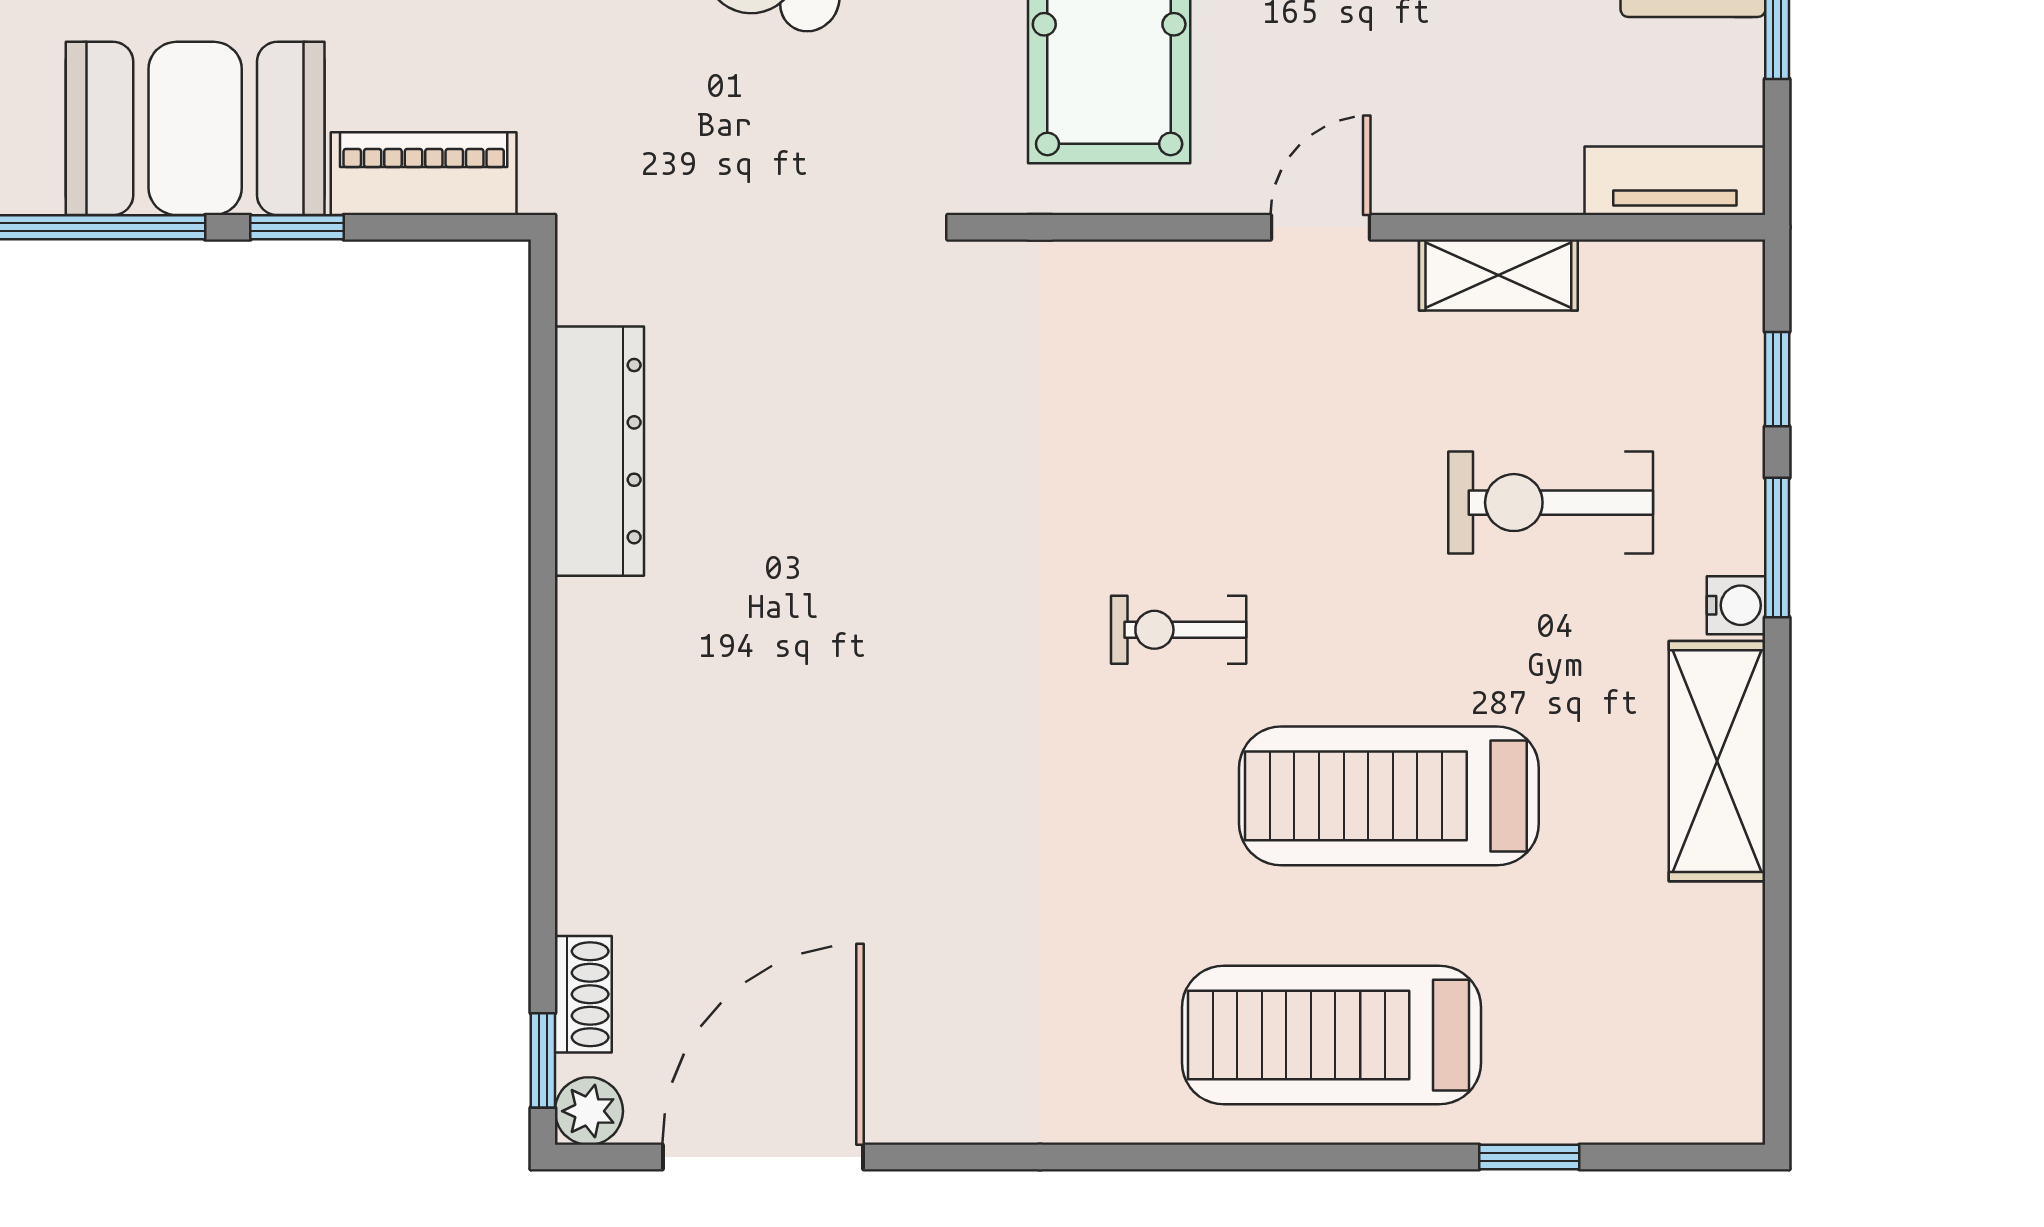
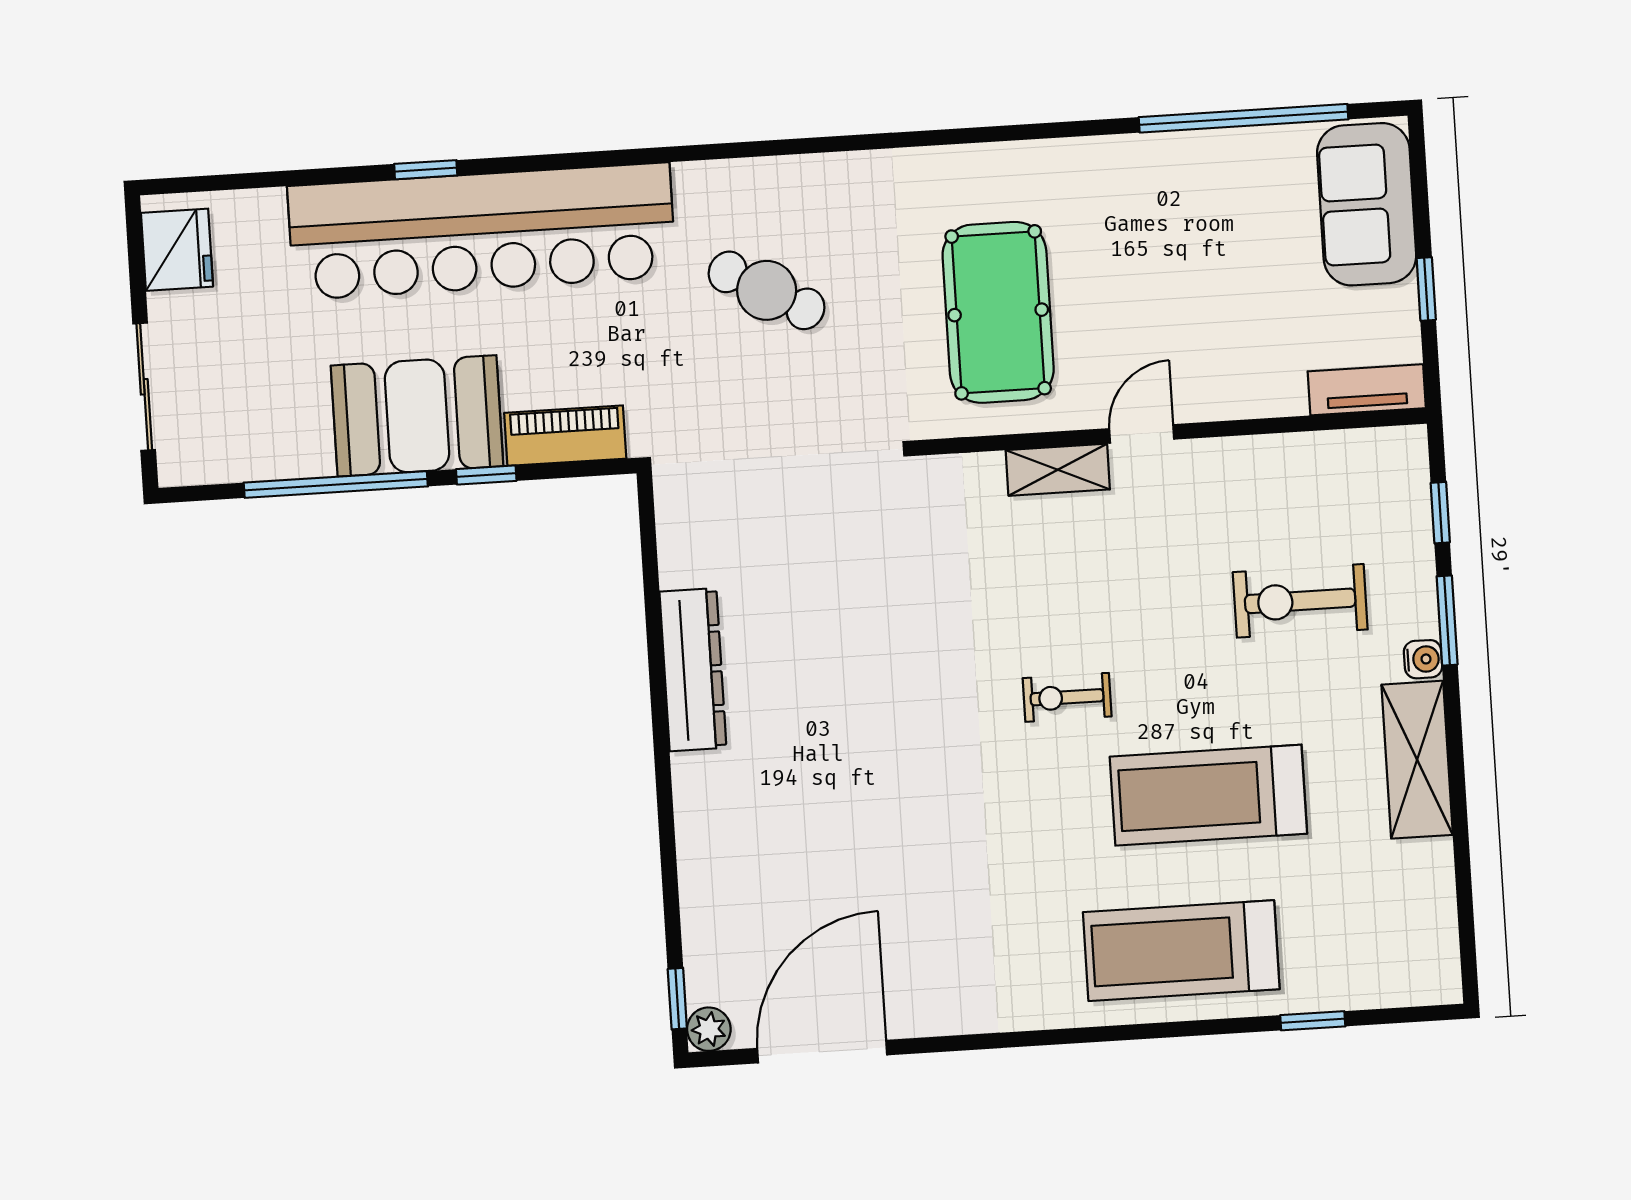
shelving: (1498, 275) -> (1058, 470), moved
dresser: (599, 451) -> (693, 670), moved
shoe rack: (583, 994) -> (701, 955), removed

